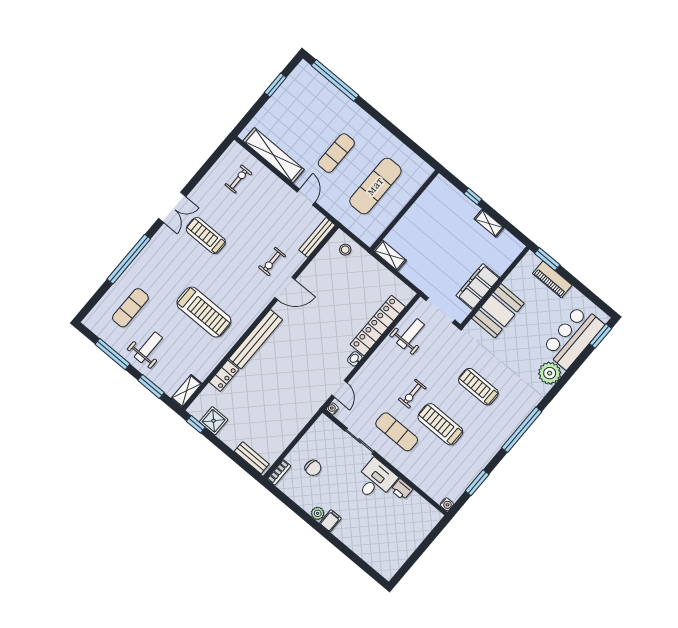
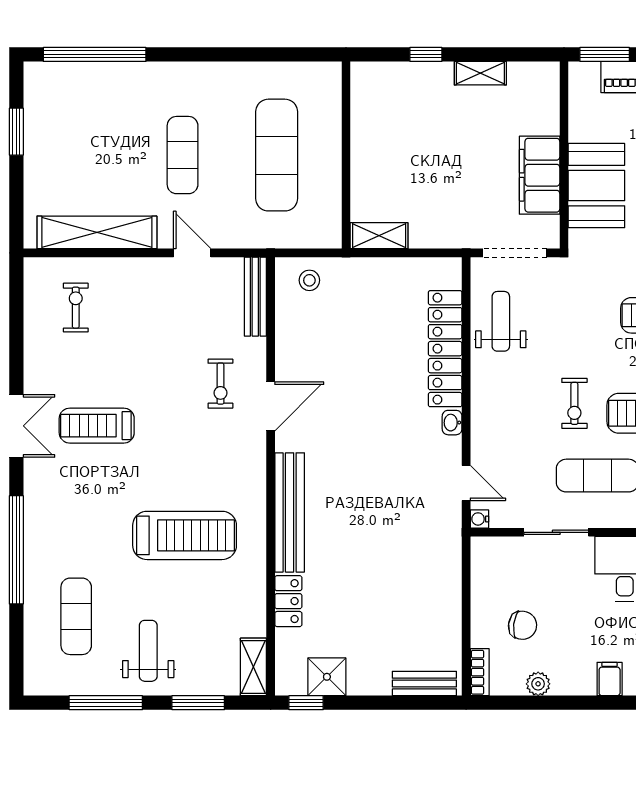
plant: (318, 513) -> (538, 684), moved

